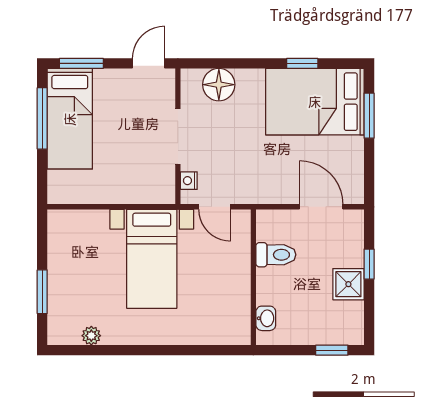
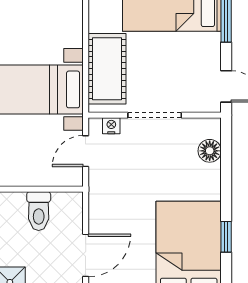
floor lamp: (219, 85) -> (210, 151), width x0.73, depth x0.73
cot: (131, 185) -> (107, 69), added

